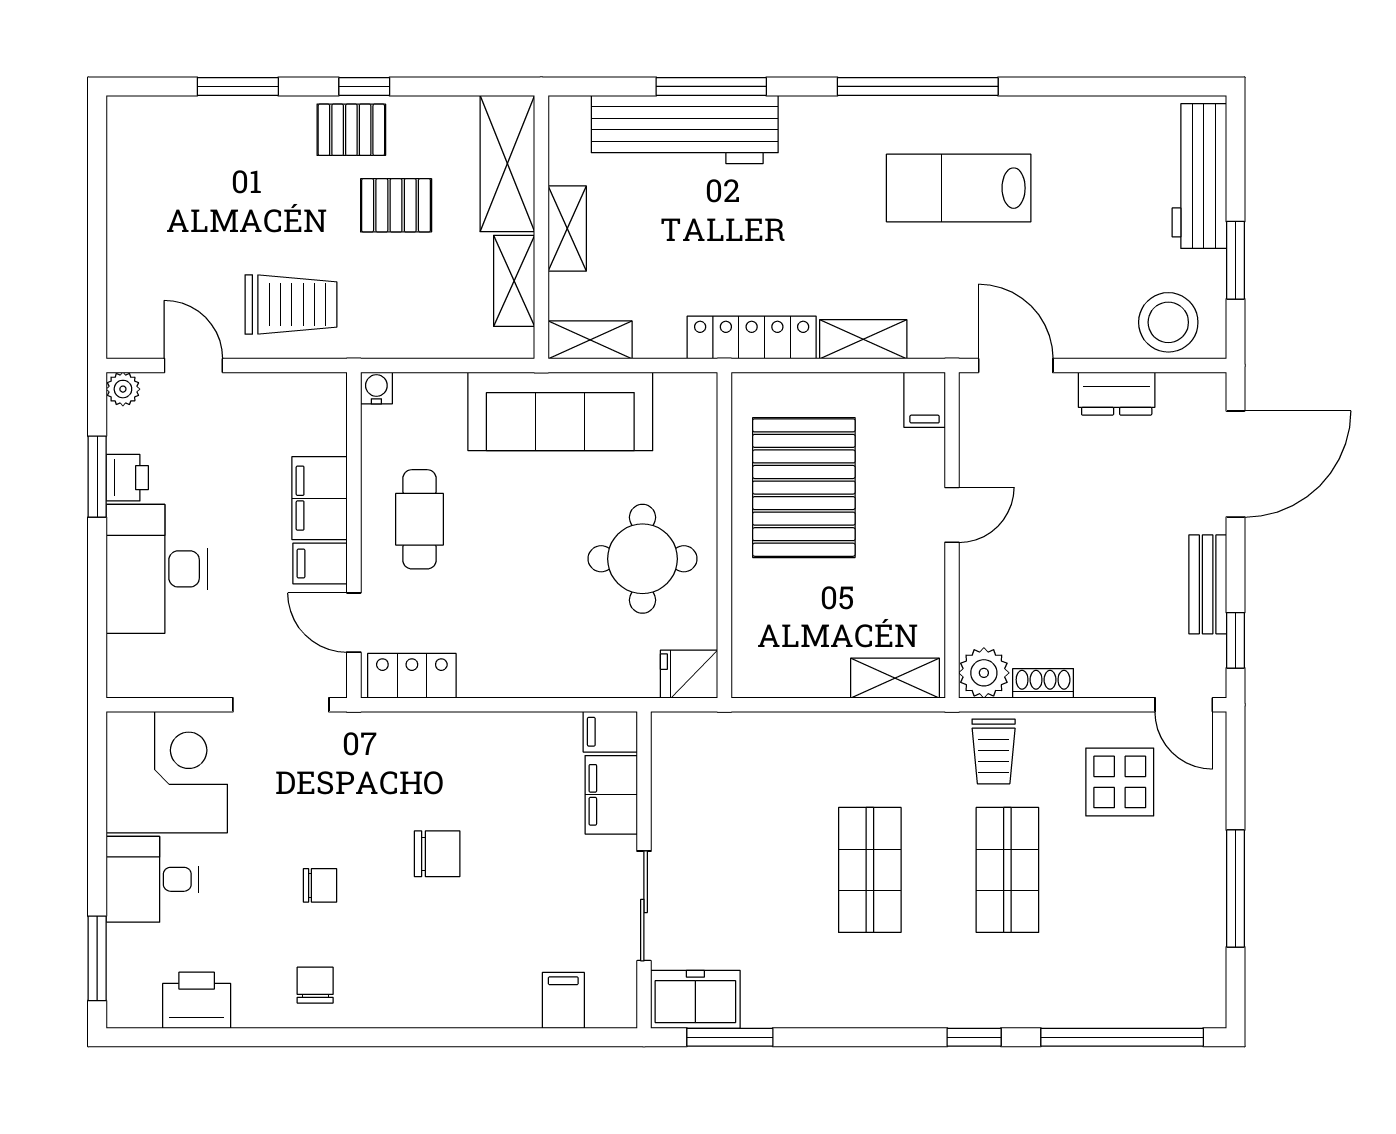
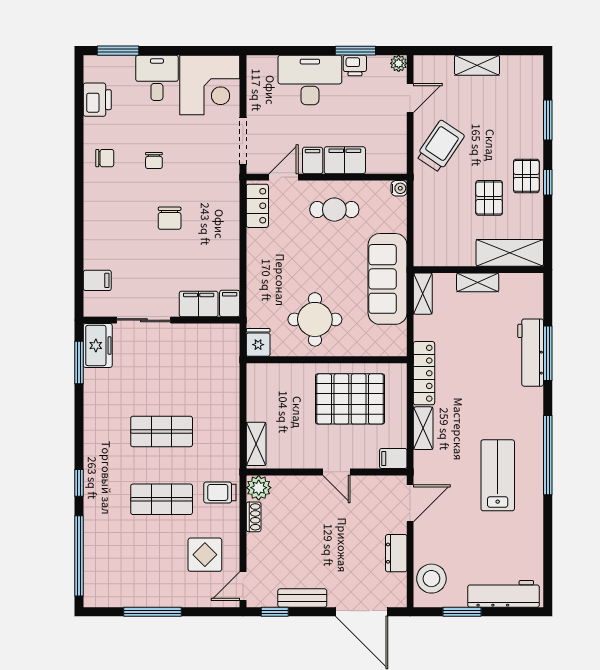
workbench: (685, 129) -> (531, 353), width x0.73, depth x0.76
shelving: (514, 281) -> (477, 65), moved
trolley: (291, 304) -> (440, 146), turned -146

